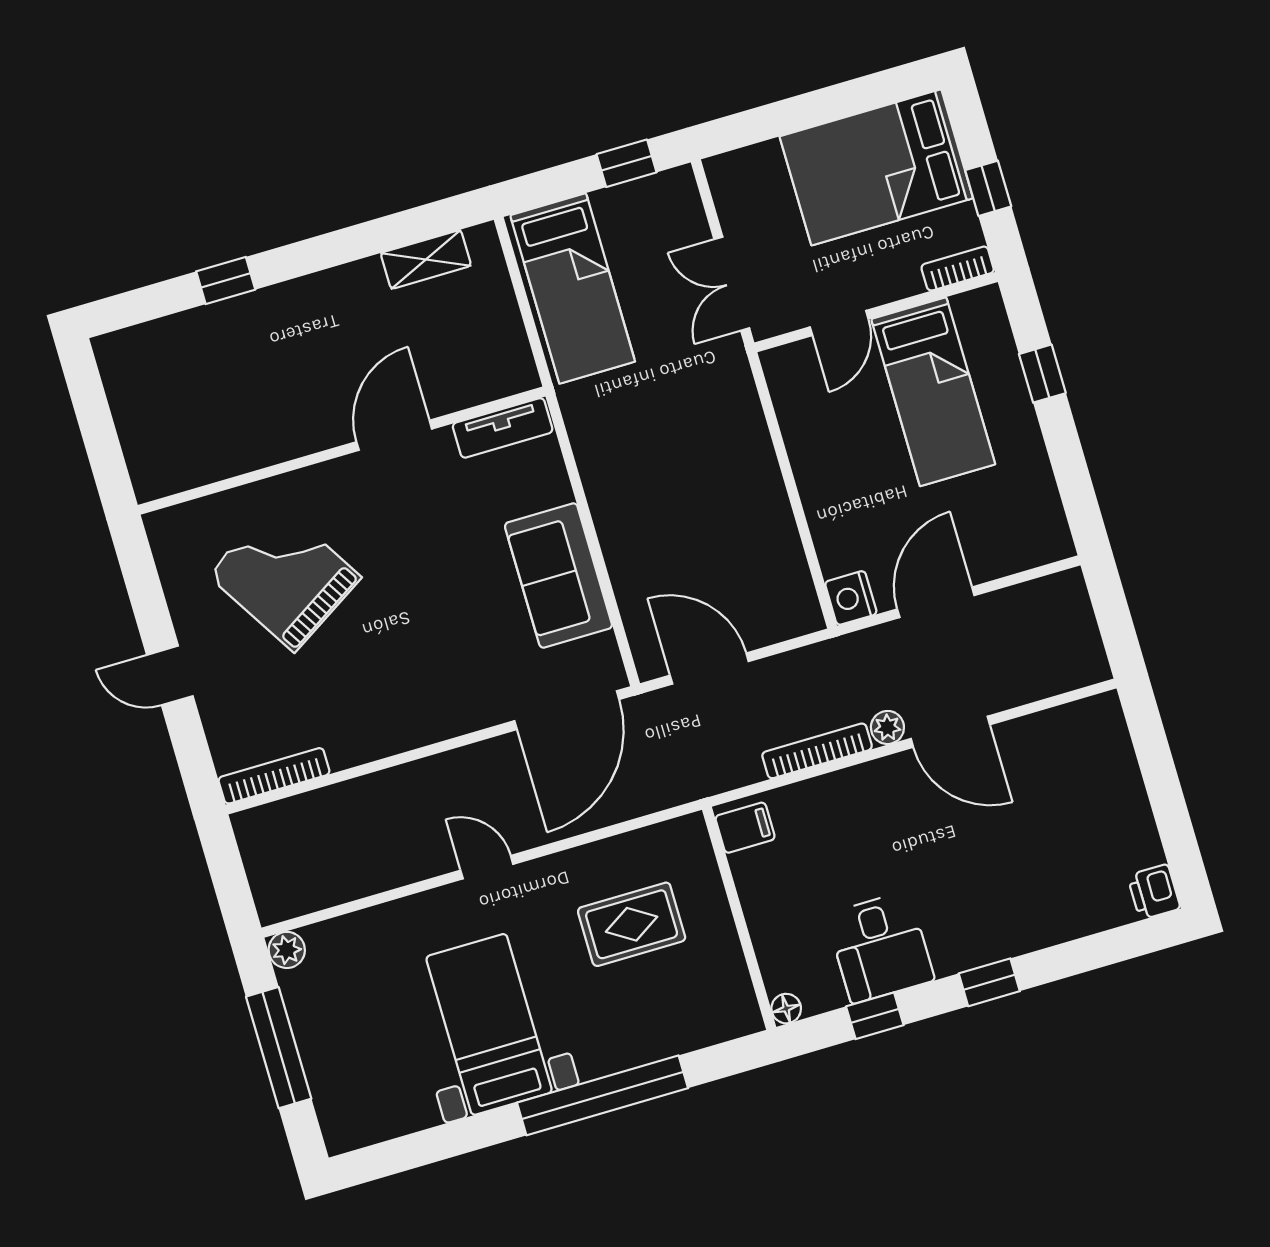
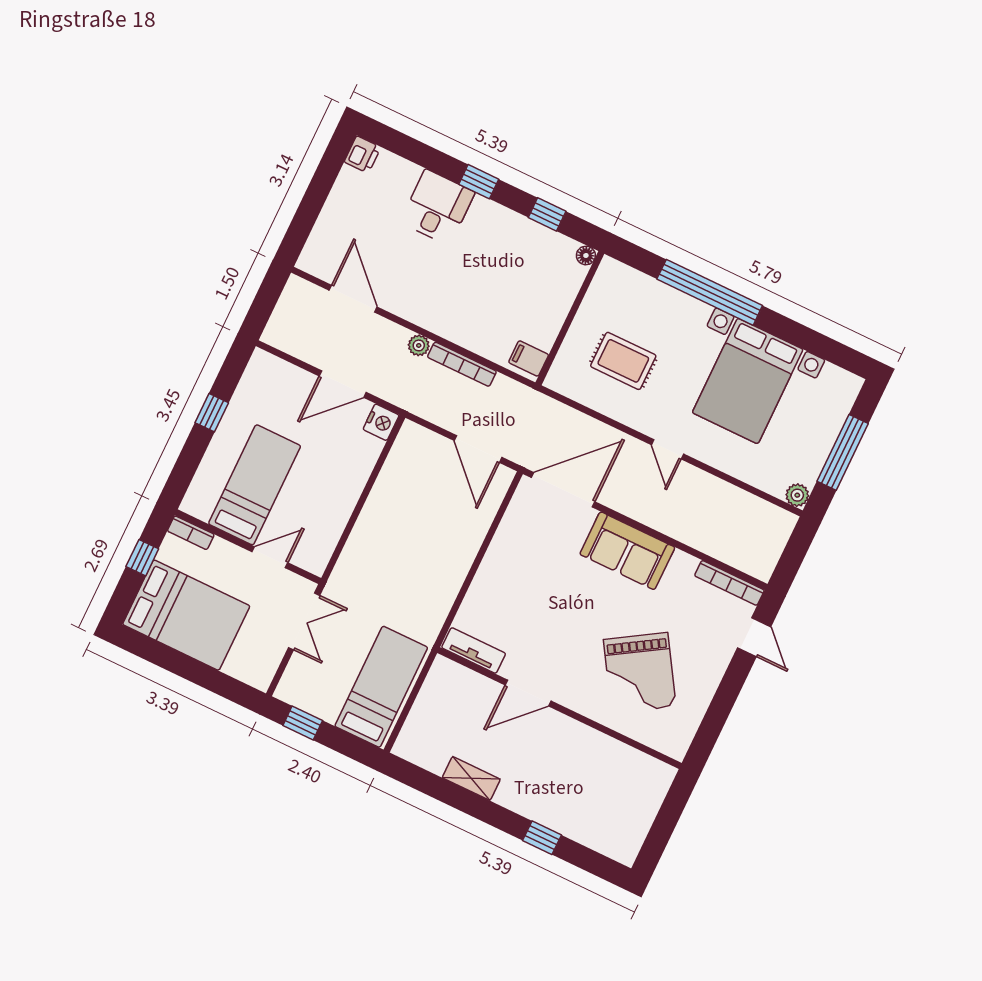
shelving: (426, 259) -> (471, 778), moved
window: (1042, 374) -> (212, 413), moved
sofa: (558, 575) -> (627, 551), moved, turned 90
door: (170, 675) -> (754, 637), moved
door: (950, 732) -> (353, 299), moved
desk: (880, 947) -> (437, 207), moved
bed with nightstands: (489, 1024) -> (748, 381), width x1.36

